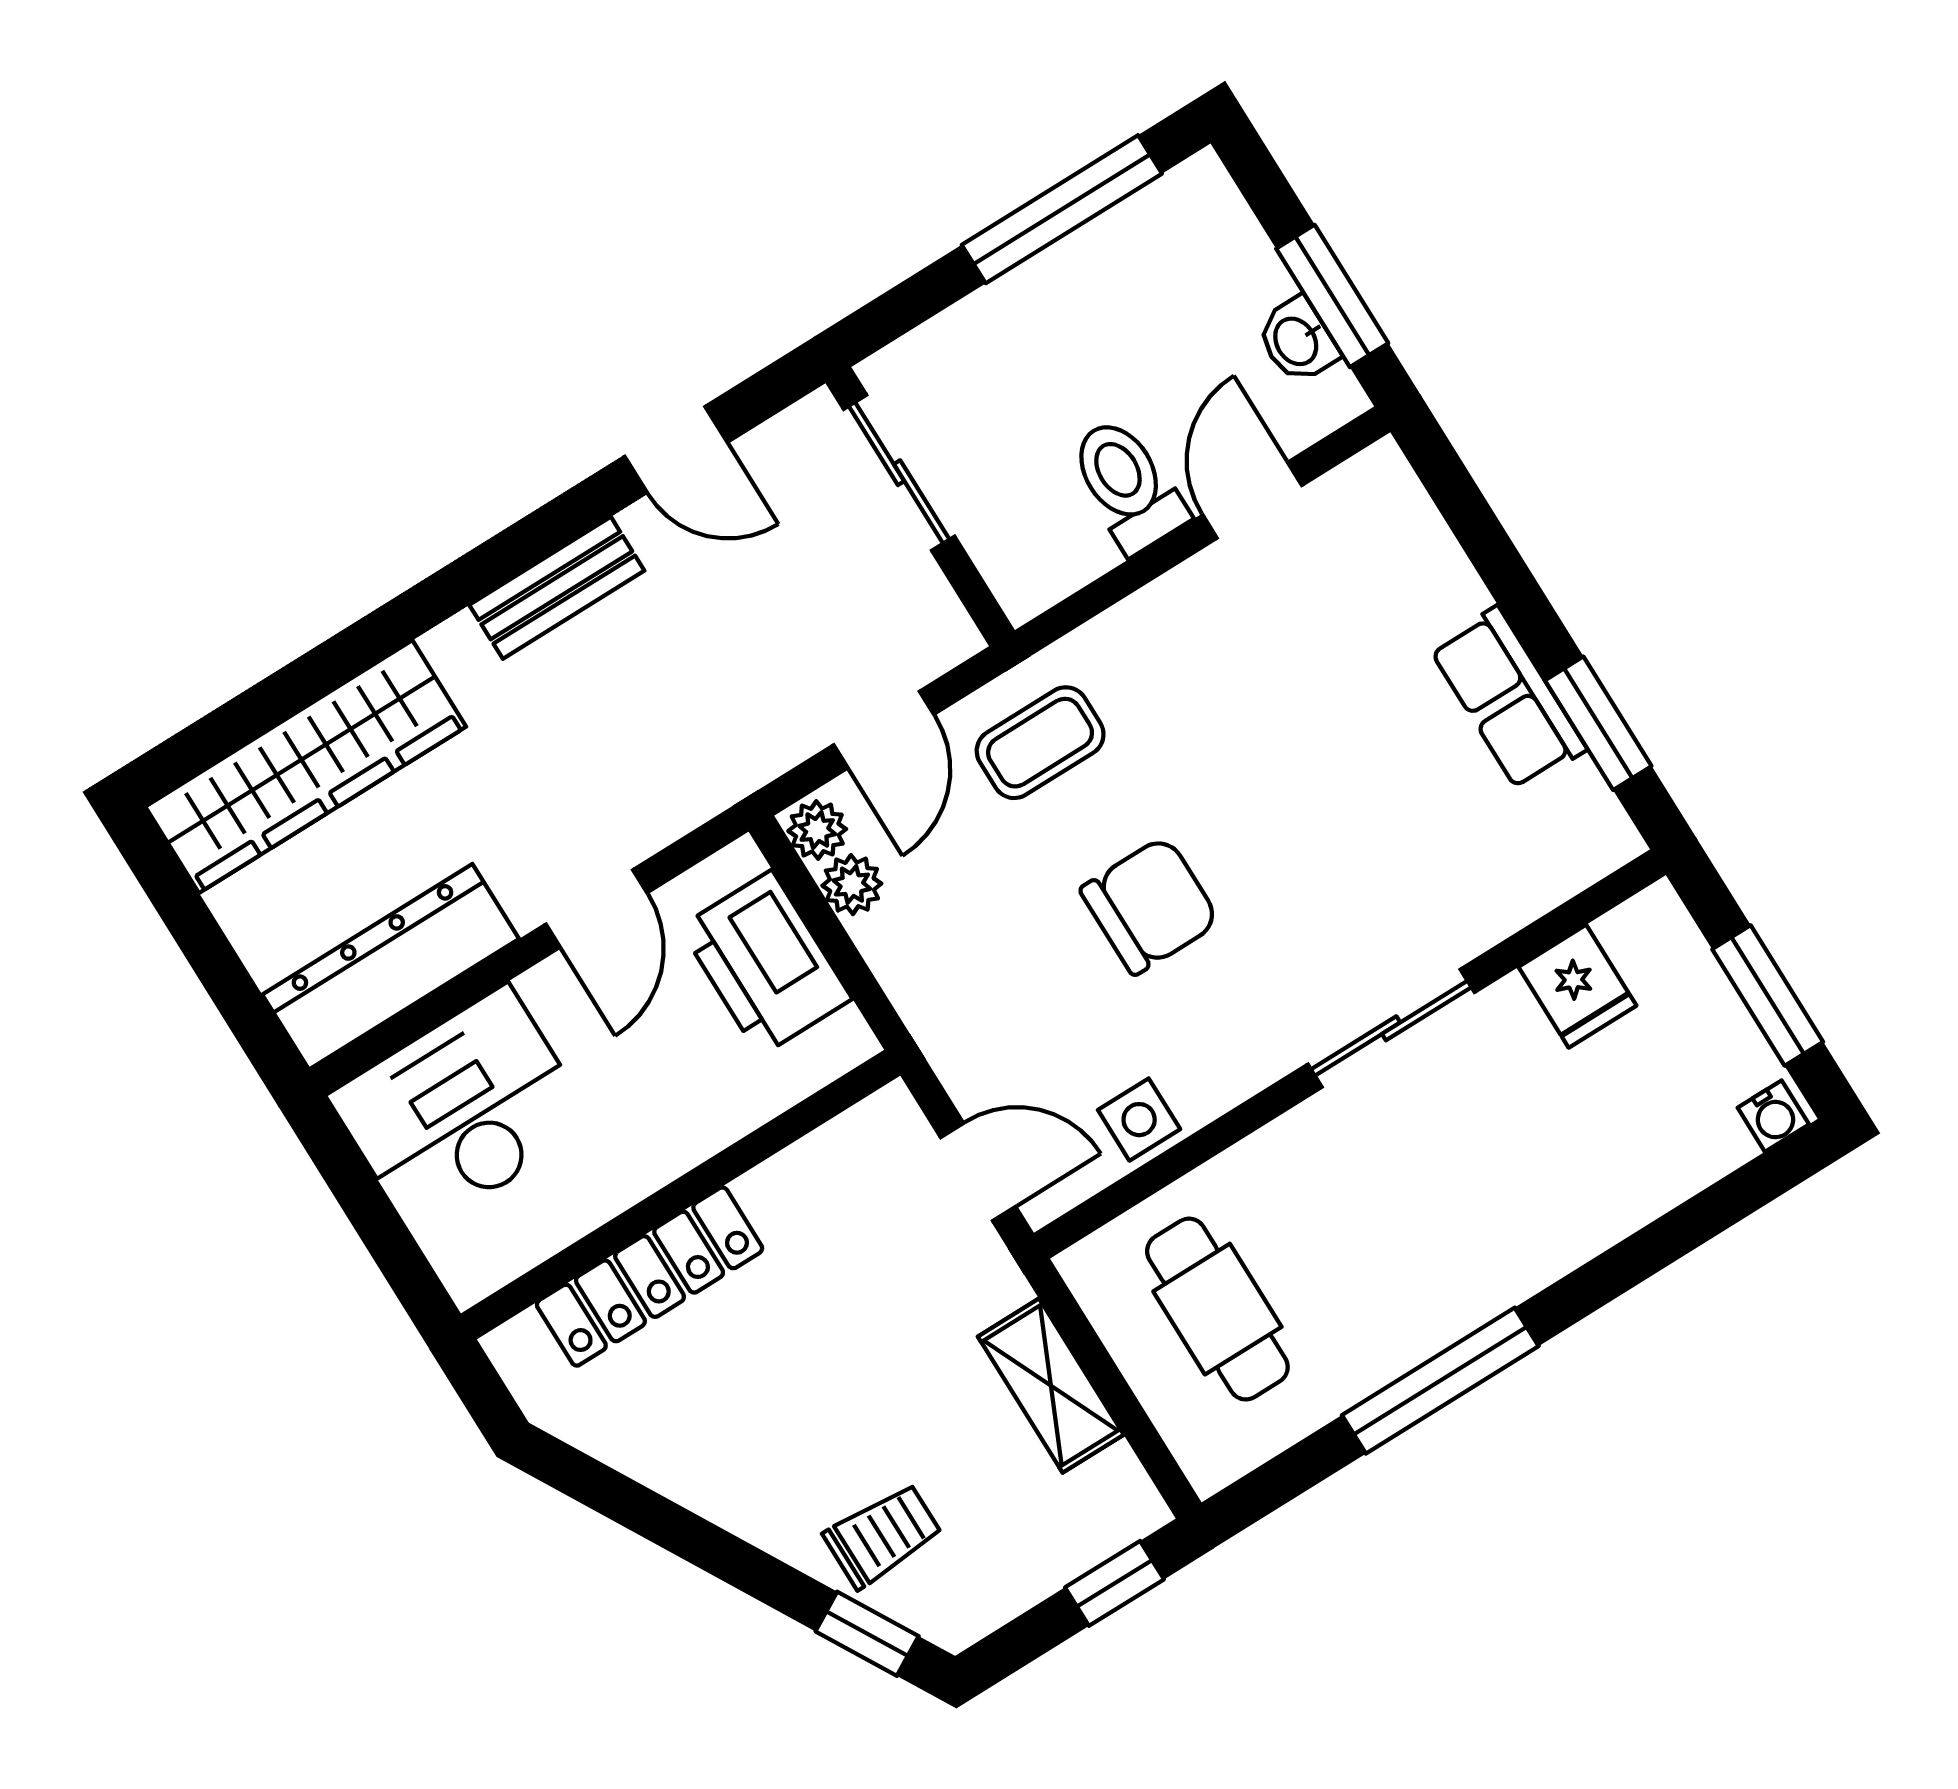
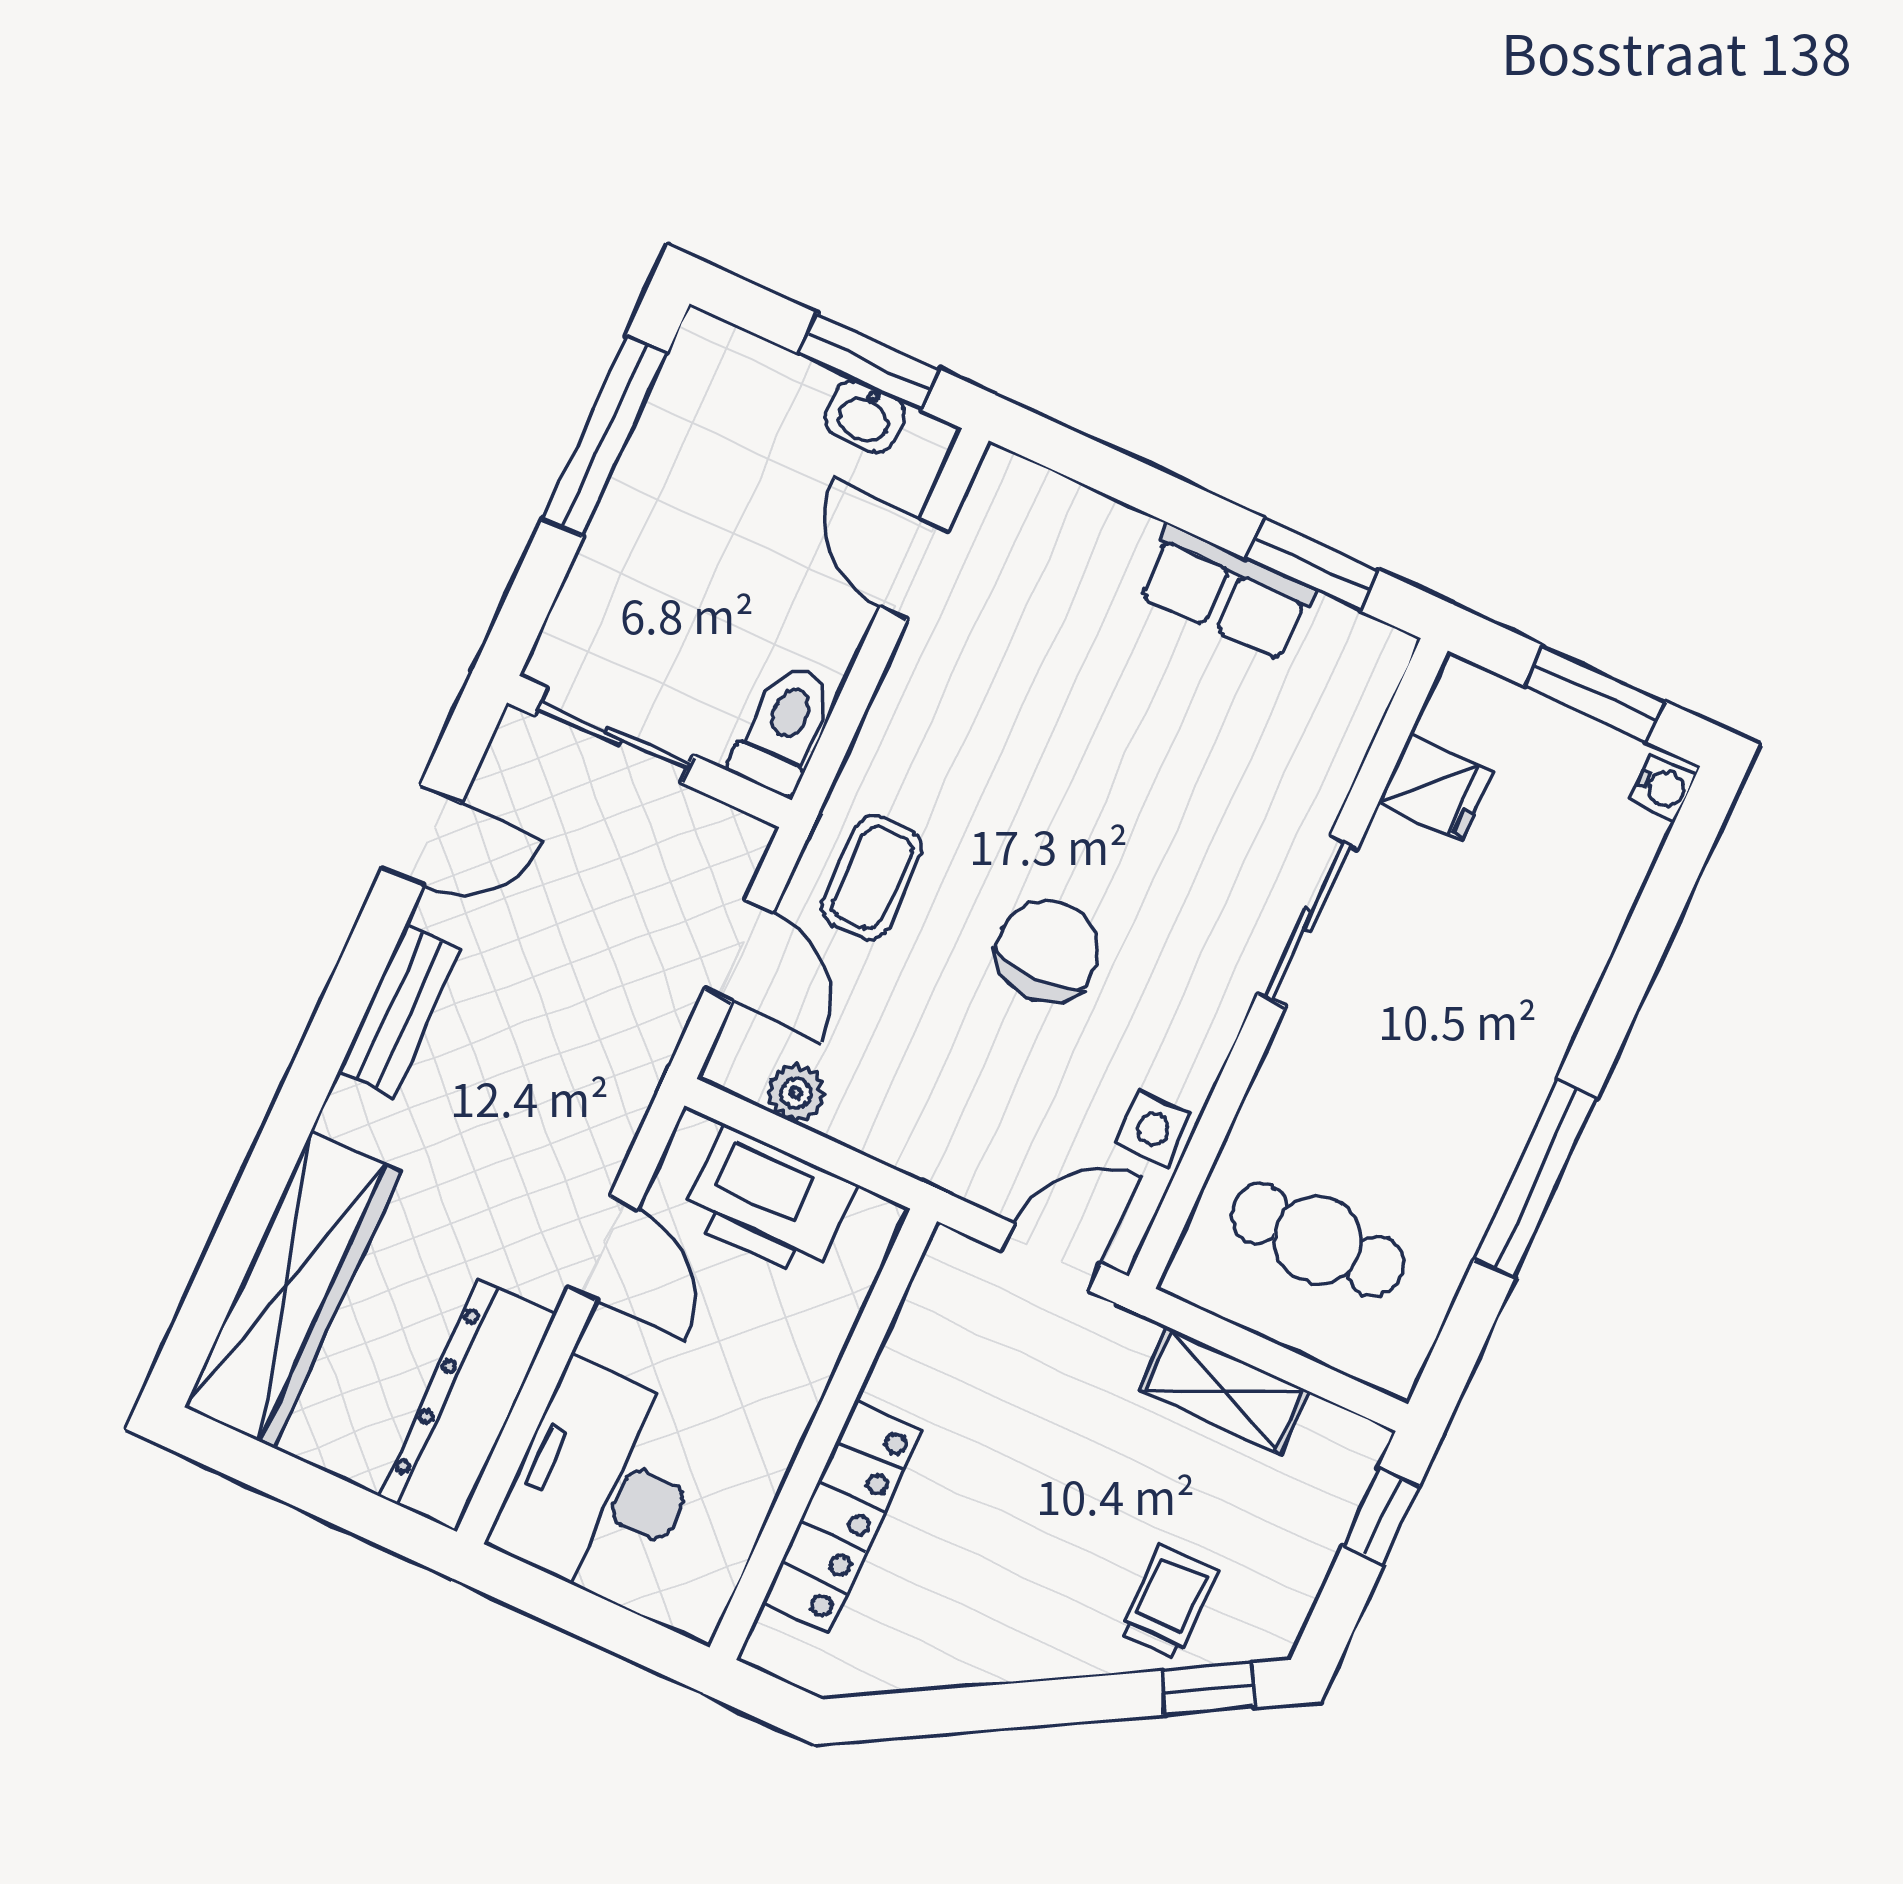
toilet: (1127, 485) -> (783, 729), moved, turned 90
plant: (817, 830) -> (739, 1067), removed

